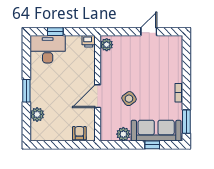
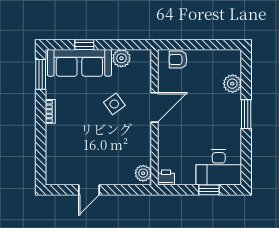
armchair: (79, 133) -> (178, 60), turned 90

